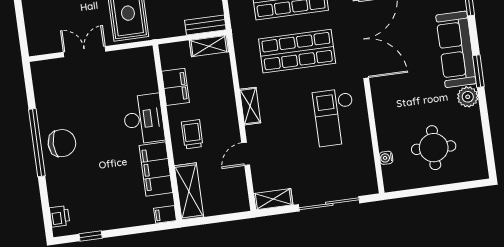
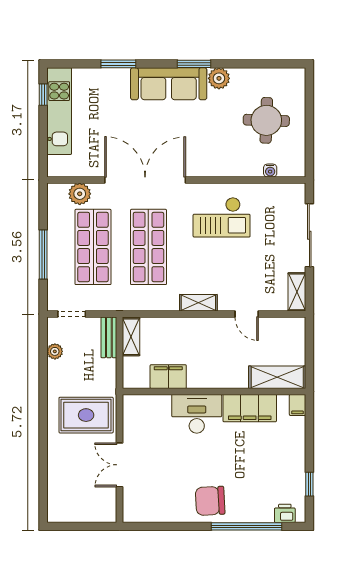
trolley: (192, 134) -> (219, 366), removed
window: (37, 143) -> (246, 526), moved
chair: (62, 143) -> (210, 501), turned -93

